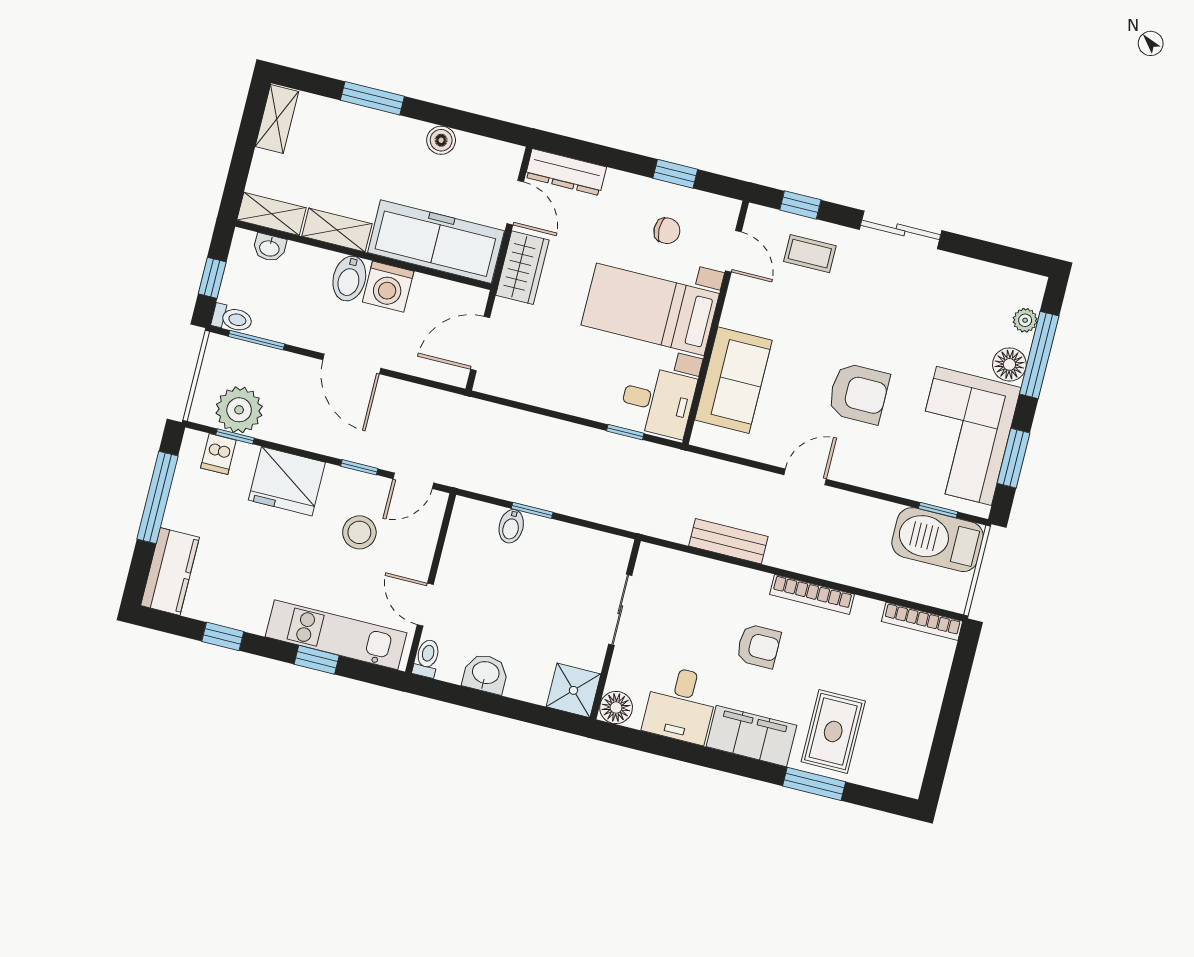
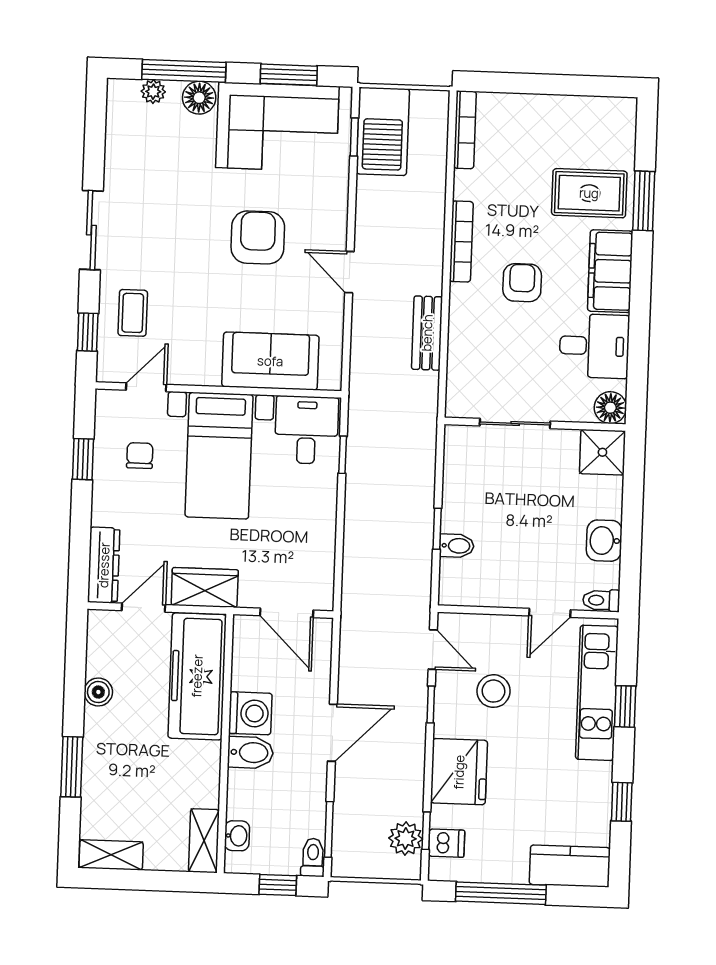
shelving: (337, 230) -> (206, 774), removed
plant: (239, 410) -> (406, 839), width x0.73, depth x0.73

